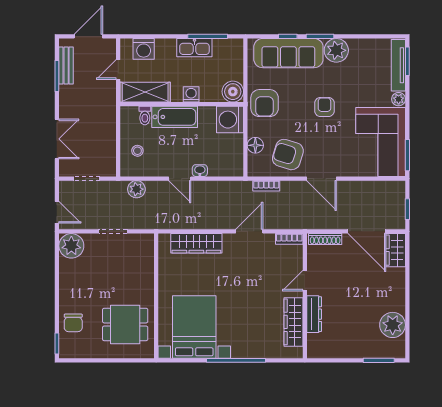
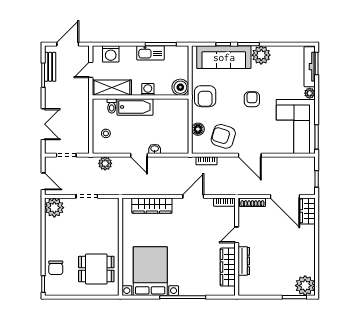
washing machine: (230, 120) -> (178, 109), removed
plant: (393, 325) -> (305, 286), moved

